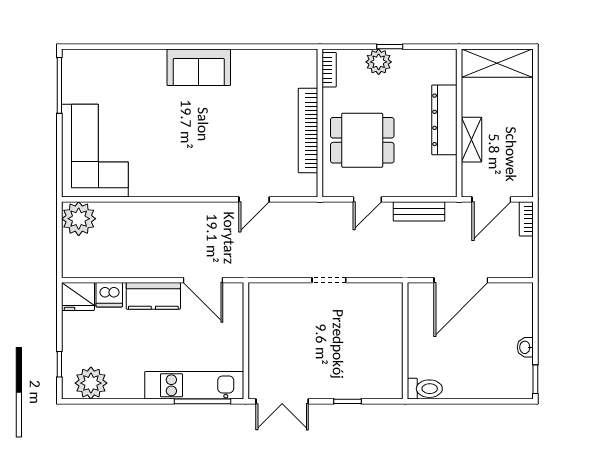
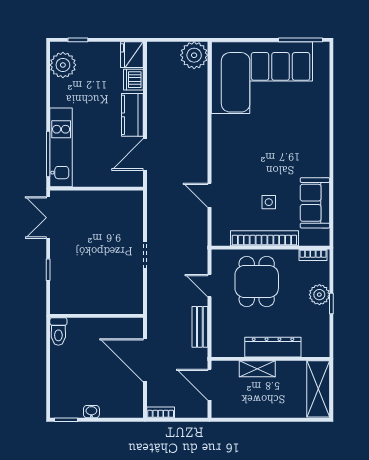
sofa: (199, 67) -> (315, 203), moved
side table: (263, 125) -> (269, 202), added
corner sofa: (95, 151) -> (262, 78), width x1.36, depth x1.36
bookcase: (526, 219) -> (161, 412), moved

